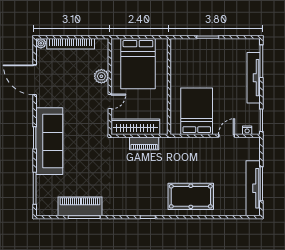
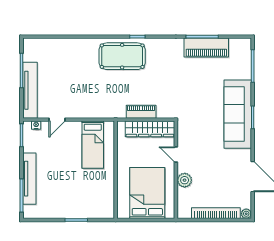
door: (110, 102) -> (176, 154), hinge flipped
bed: (197, 111) -> (93, 145), width x0.67
tv unit: (253, 188) -> (30, 90), moved
pool table: (191, 196) -> (122, 56), moved

